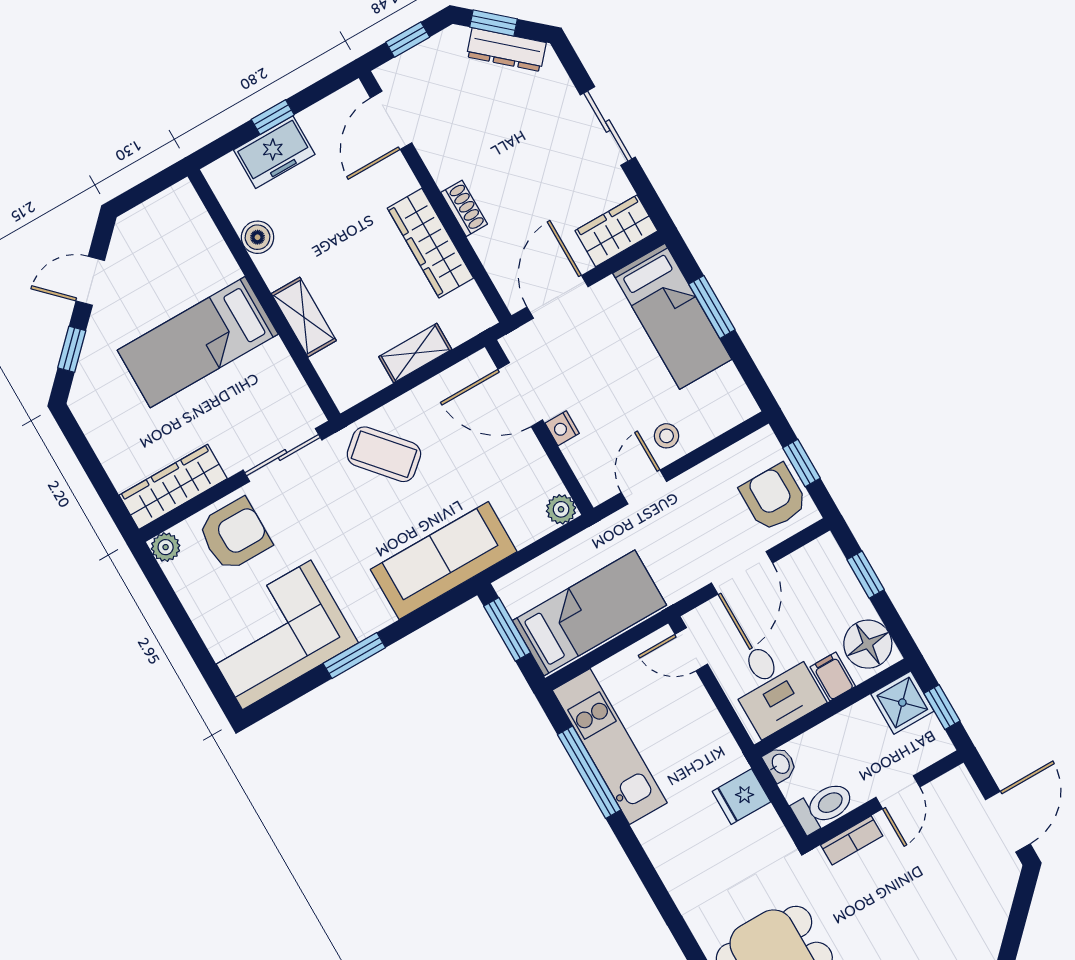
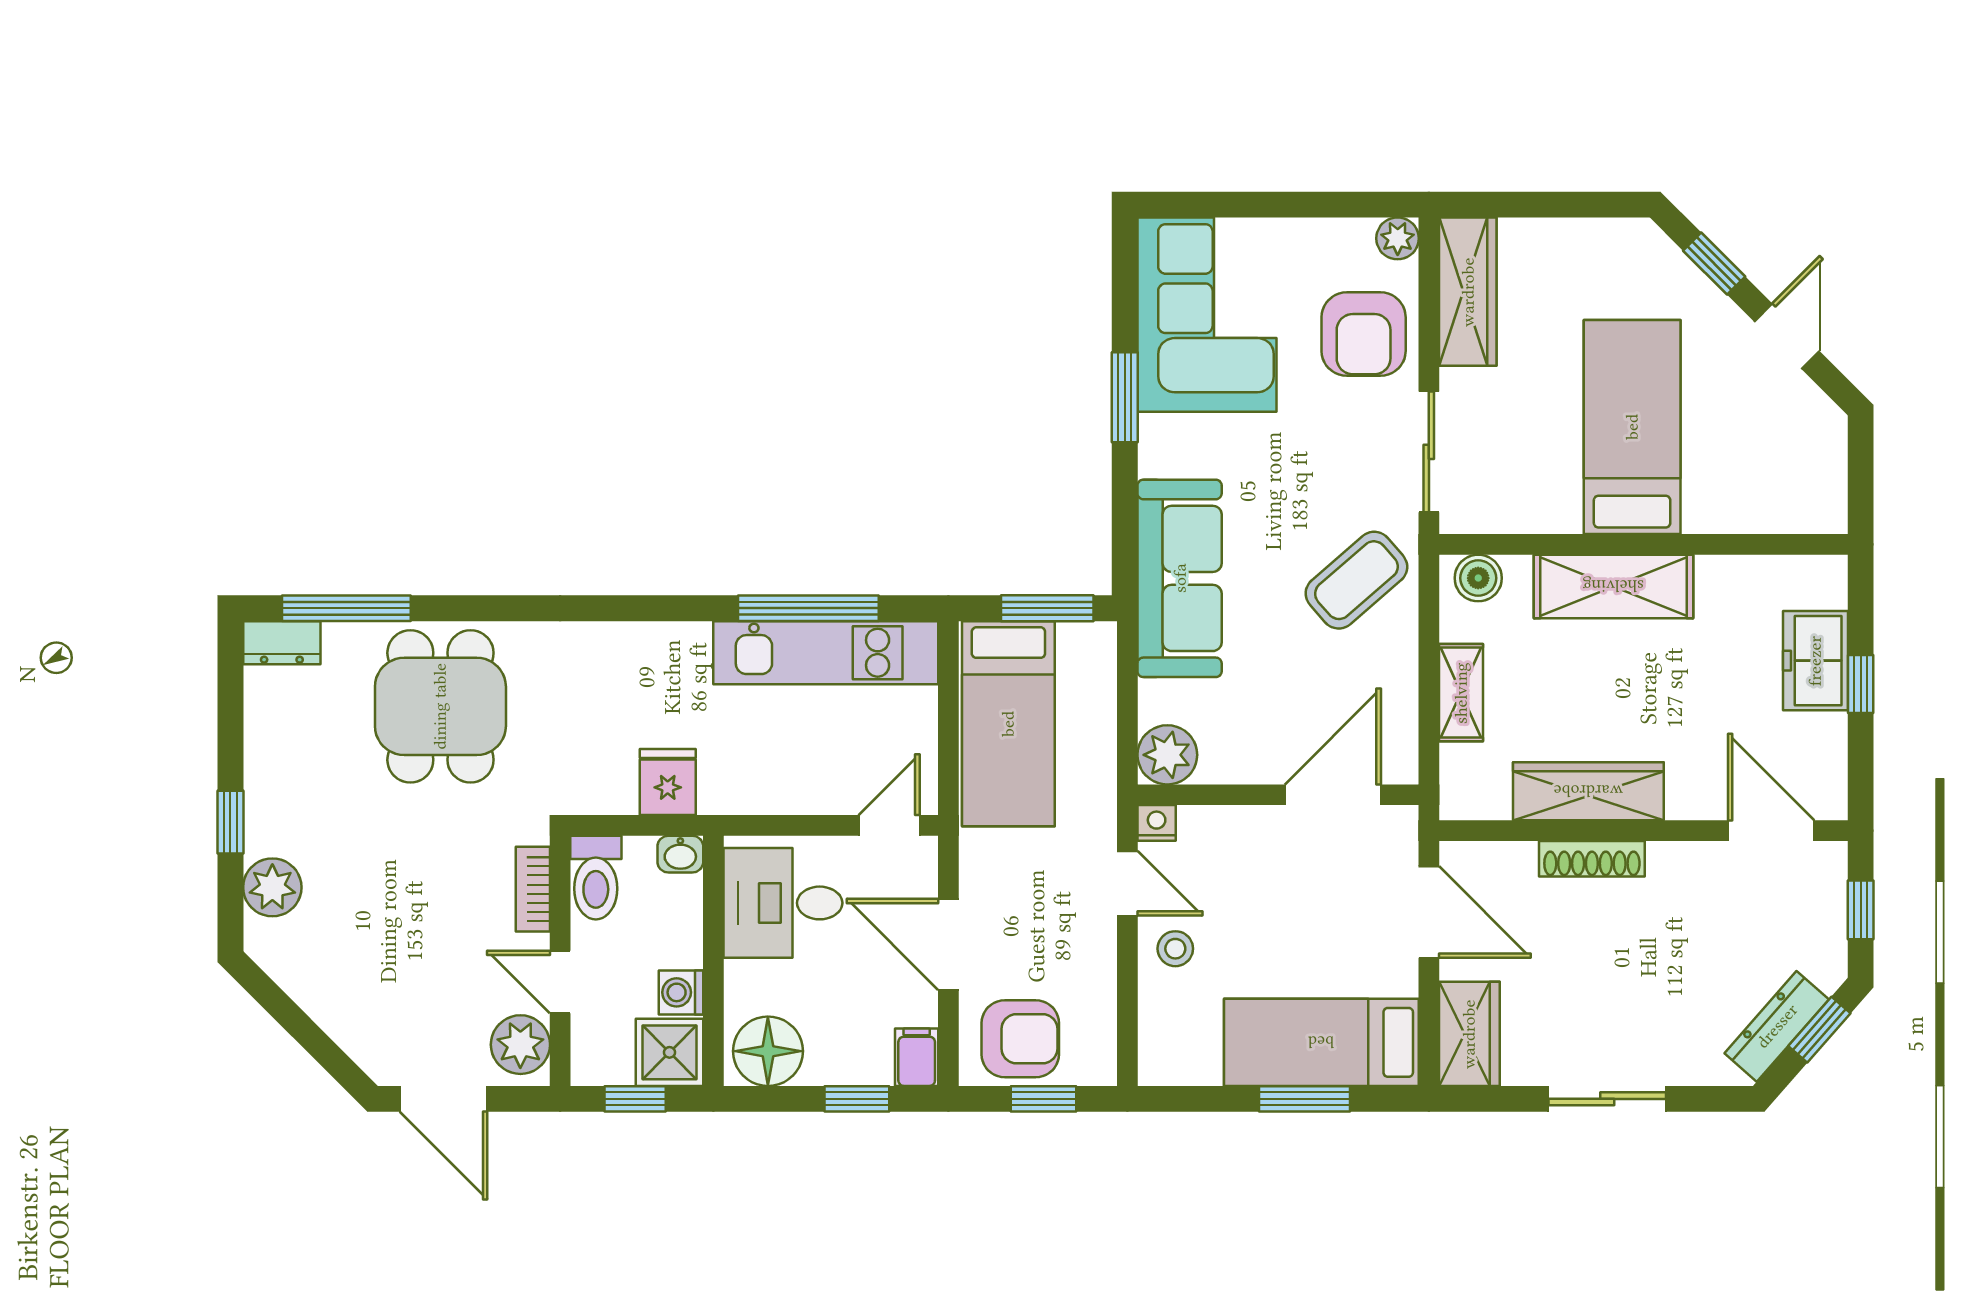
shoe rack: (464, 208) -> (1592, 859), width x1.43
boiler: (258, 237) -> (1478, 578), moved
shelving: (304, 317) -> (1613, 586), width x1.50, depth x1.33
nightstand: (562, 428) -> (1157, 823), moved
plant: (561, 509) -> (1167, 755), width x1.38, depth x1.38
filing cabinet: (833, 677) -> (917, 1057), moved, turned -90
washing machine: (863, 716) -> (681, 992), added
plant: (949, 794) -> (520, 1045), added

